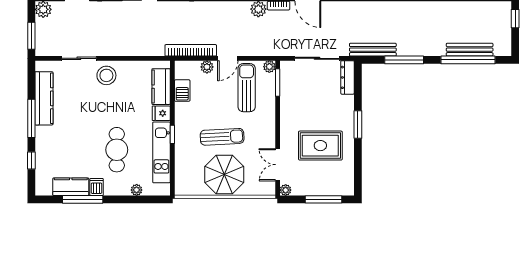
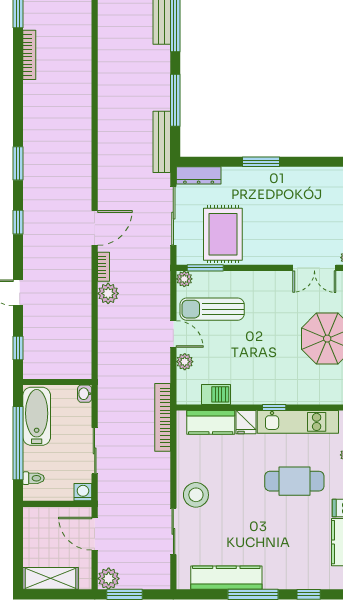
window: (31, 36) -> (125, 594), moved
bookcase: (191, 50) -> (163, 417), moved
sun lounger: (222, 137) -> (277, 342), removed
rug: (320, 146) -> (223, 234), moved

